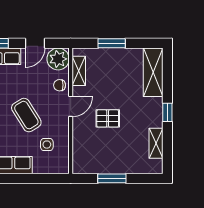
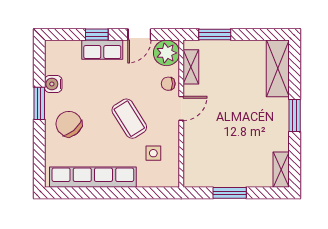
window: (112, 43) -> (215, 35), moved
window: (167, 112) -> (295, 115), width x1.50
pallet: (108, 118) -> (225, 123), removed
shelving: (156, 143) -> (281, 170), moved

